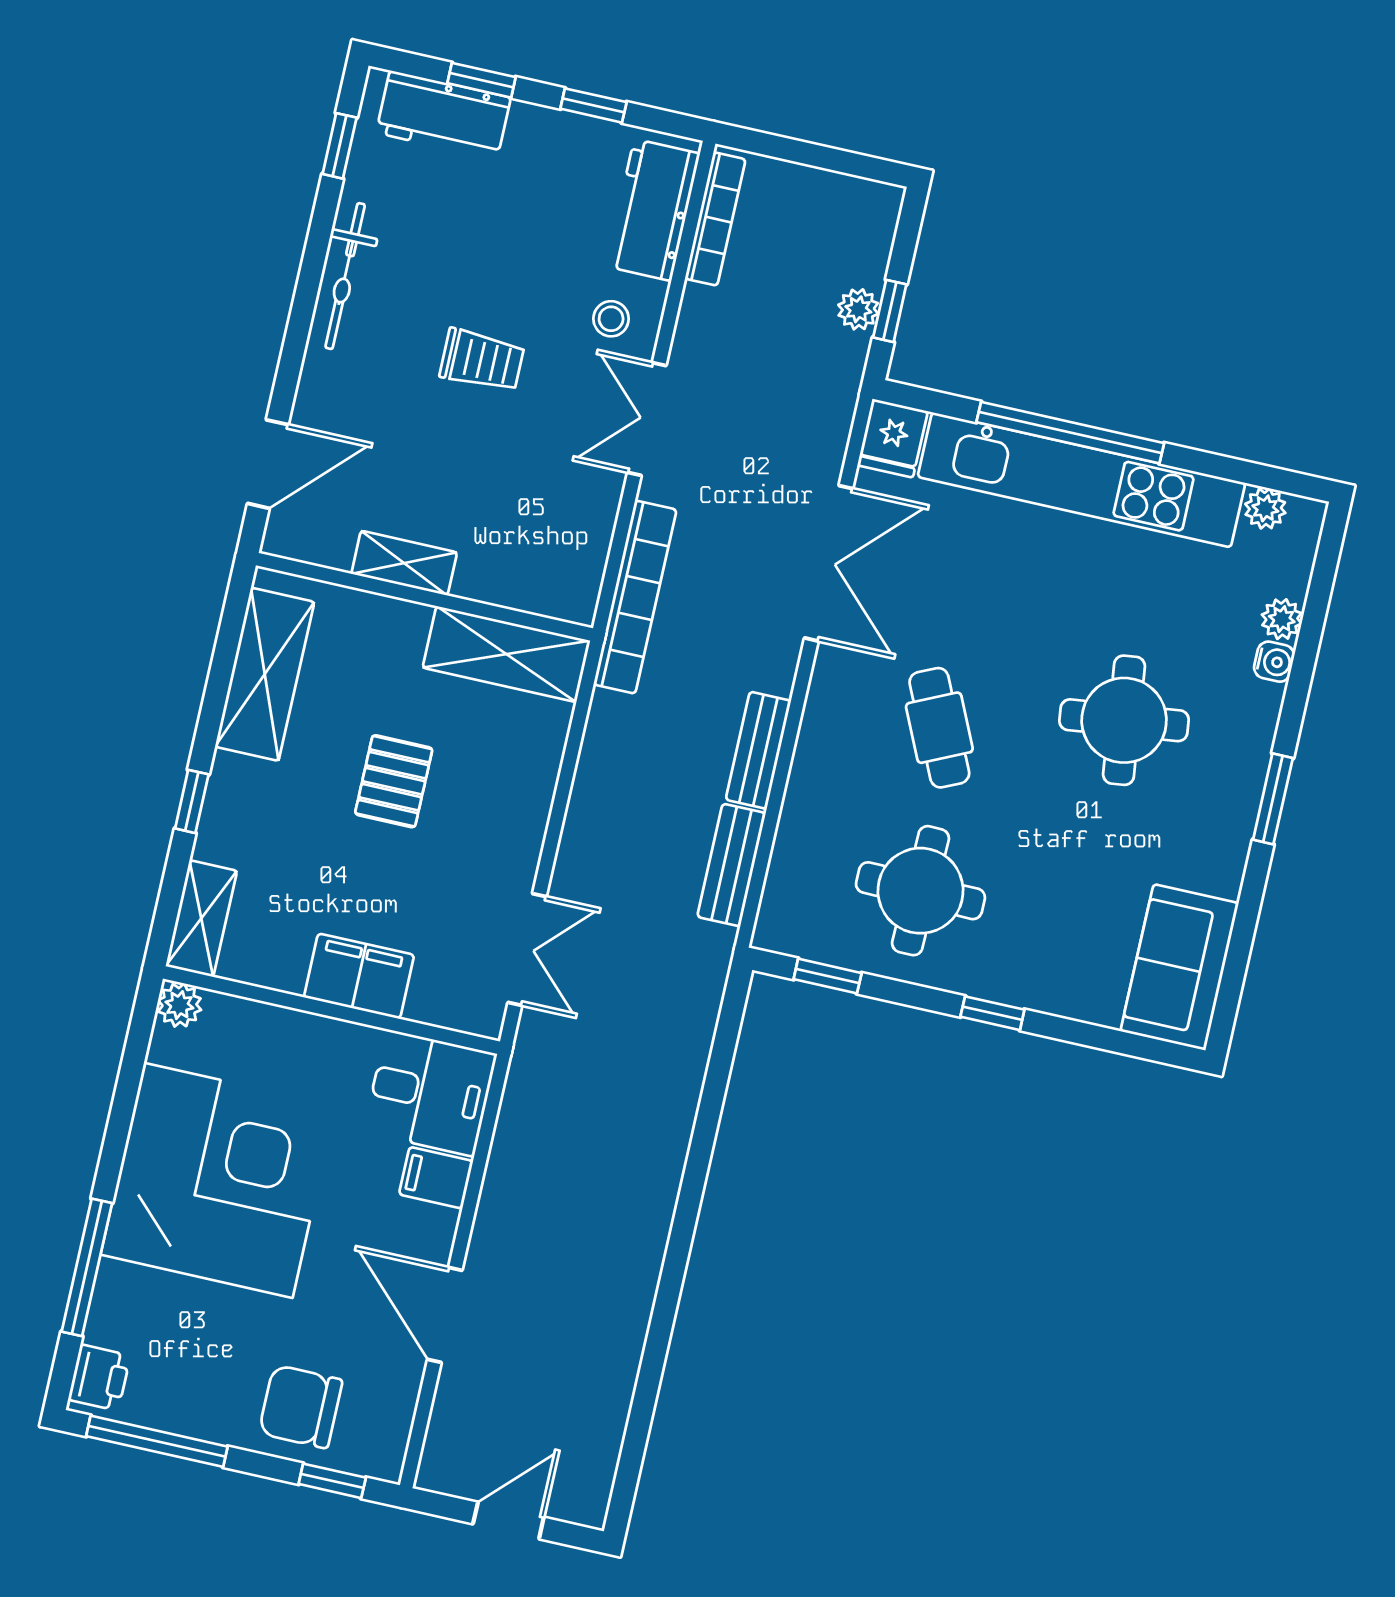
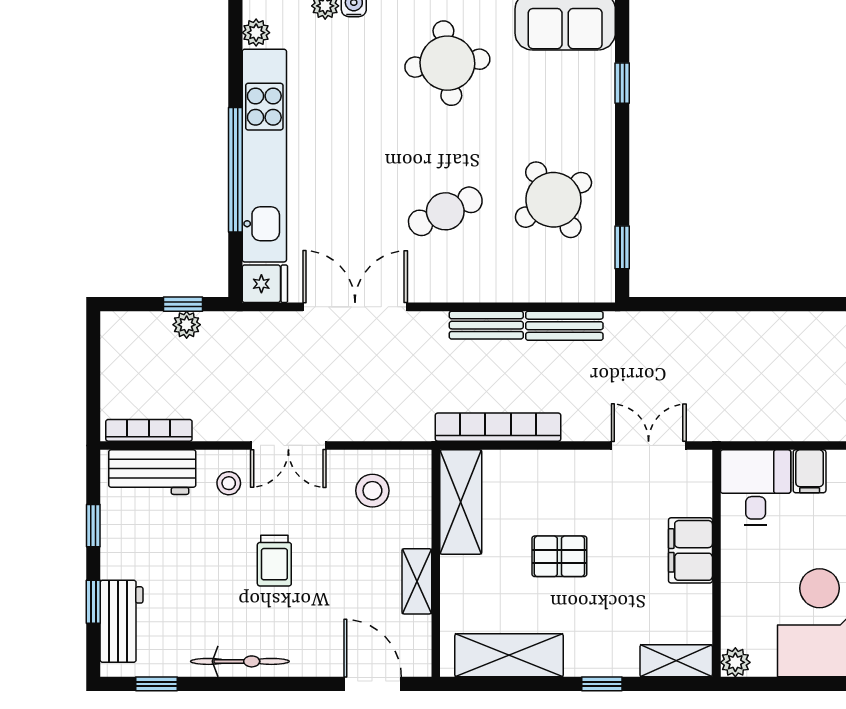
trolley: (482, 360) -> (274, 561), turned 180
stool: (552, 528) -> (372, 491), added
bookcase: (635, 597) -> (498, 427), moved
round table: (1124, 720) -> (447, 63), moved
round table: (920, 891) -> (553, 200), turned -33
window: (992, 1013) -> (622, 83), moved

